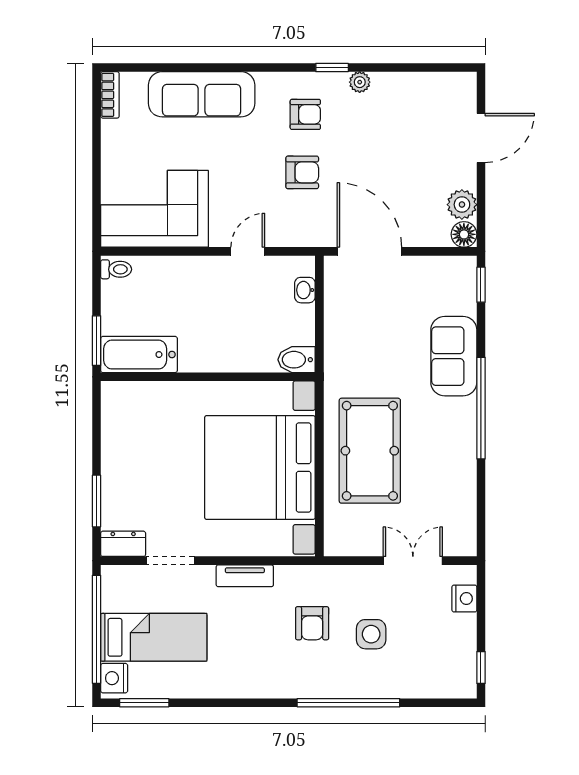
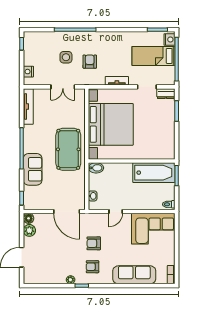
bathtub: (139, 355) -> (154, 173), width x1.36, depth x1.36
pool table: (370, 451) -> (68, 149), moved
tv unit: (465, 512) -> (28, 106), added
double door: (413, 561) -> (63, 87), moved

